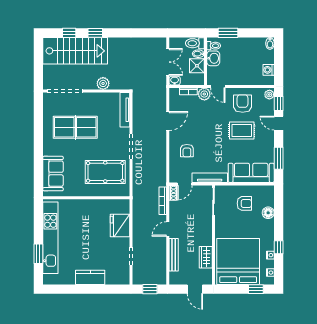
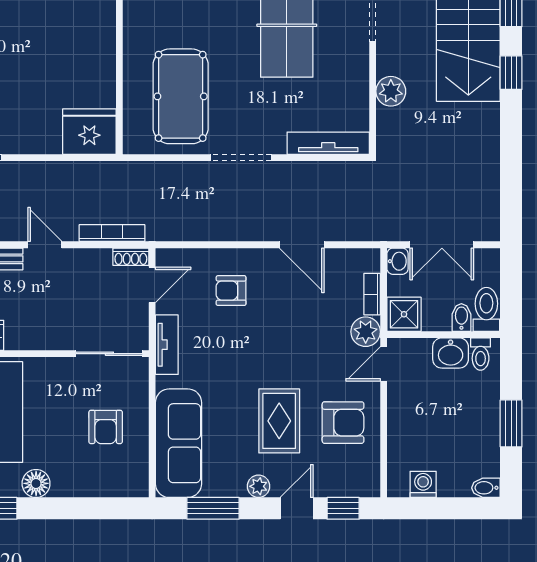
window: (228, 33) -> (511, 423), moved
shower: (197, 66) -> (404, 314), moved
plant: (269, 95) -> (258, 486), moved
tv unit: (210, 178) -> (167, 345), width x0.71
door: (185, 184) -> (152, 285), swing flipped
floor lamp: (268, 213) -> (36, 483), moved
fridge: (120, 226) -> (89, 132), moved

